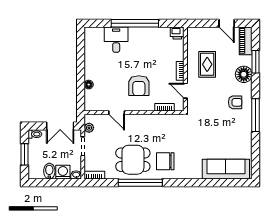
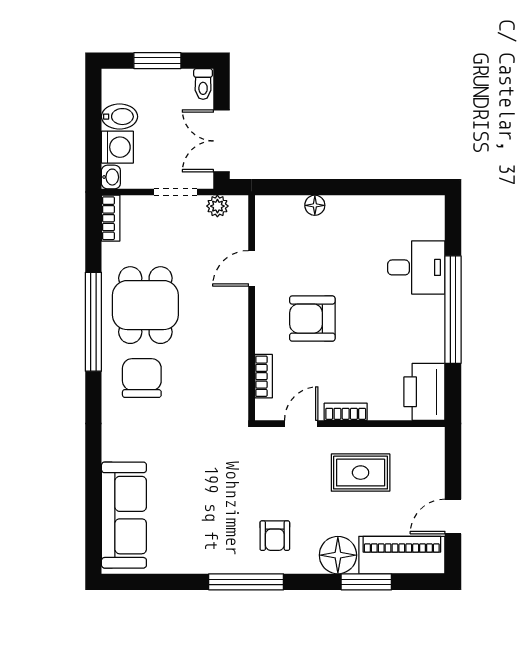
printer: (177, 33) -> (424, 392), width x1.87, depth x1.48
piano: (246, 41) -> (402, 555), width x1.37, depth x1.33

